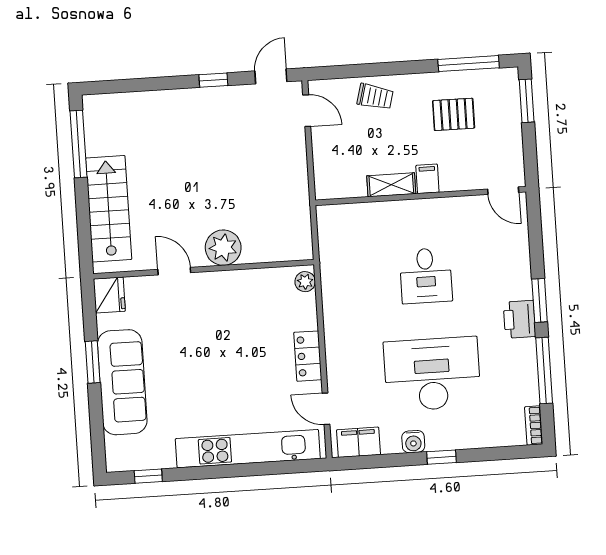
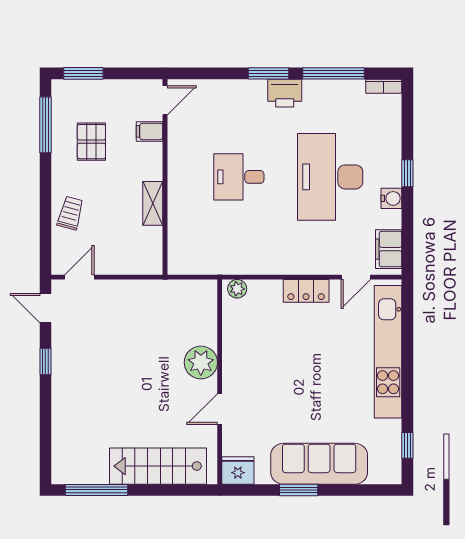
filing cabinet: (427, 179) -> (149, 131), moved
desk: (426, 276) -> (239, 177), turned 180

